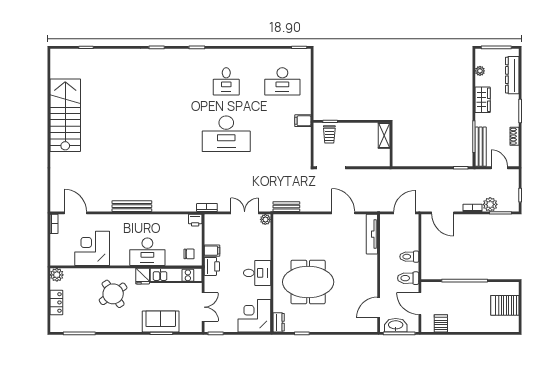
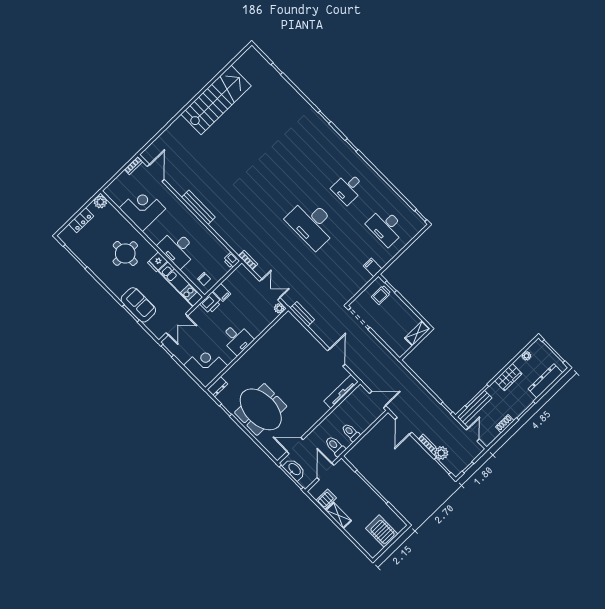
meeting table: (308, 282) -> (261, 409), moved
round table: (113, 294) -> (125, 253), turned 35
shelving: (462, 326) -> (338, 515), added

